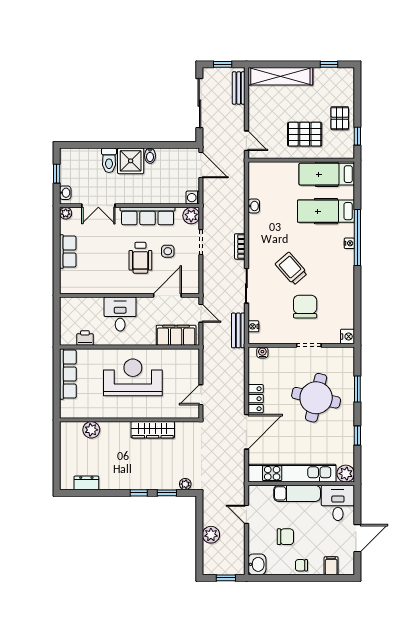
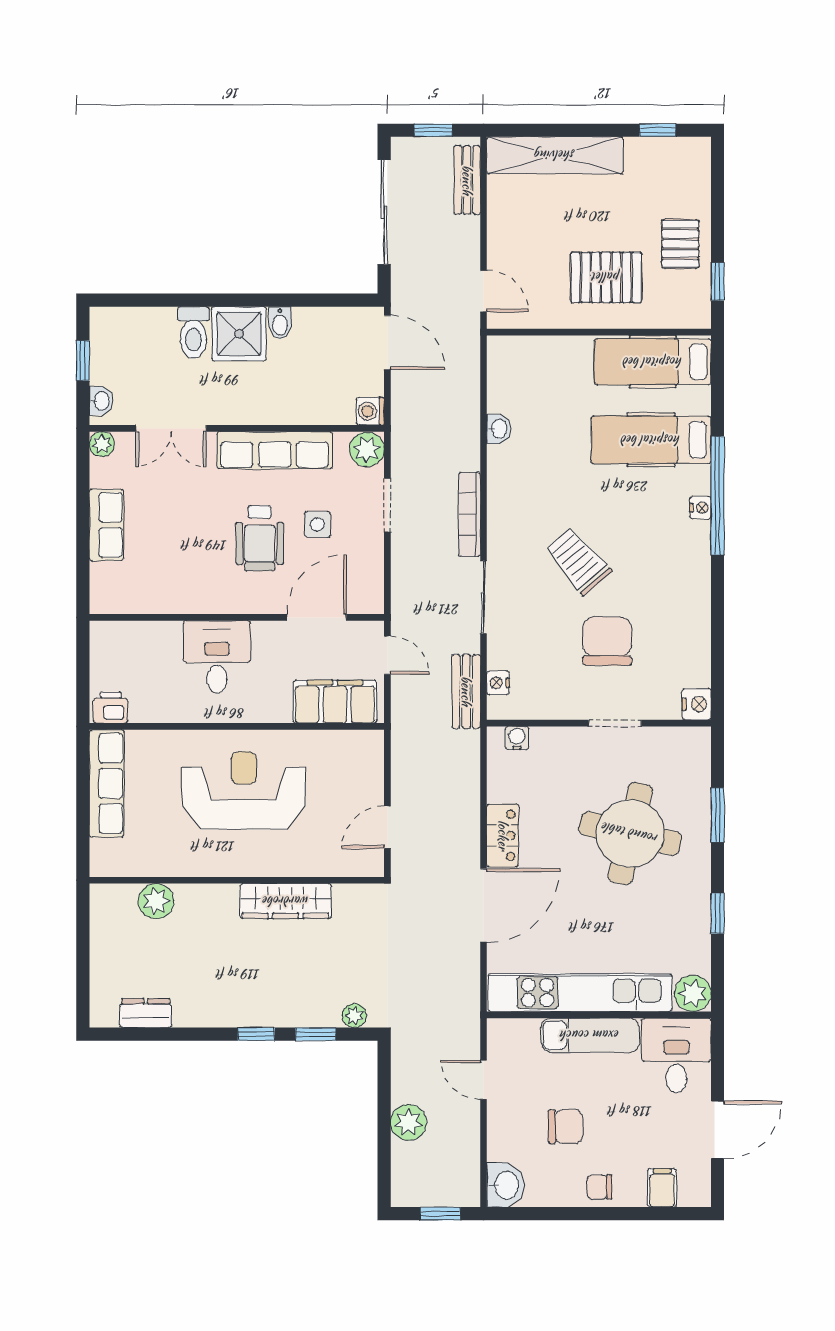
bookcase: (240, 246) -> (469, 514), width x1.56
printer: (85, 338) -> (111, 708), moved

